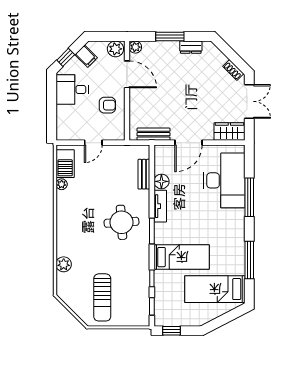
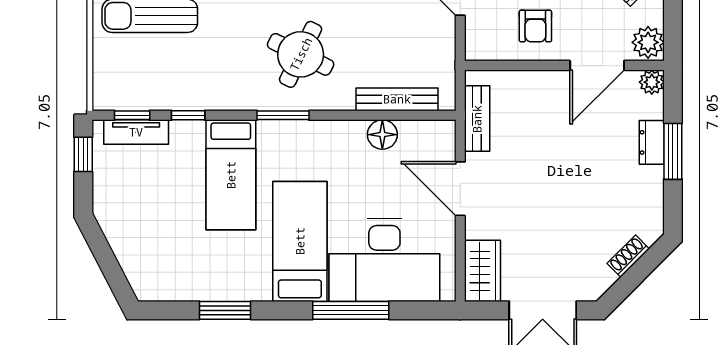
dresser: (191, 47) -> (652, 142), moved
shoe rack: (233, 70) -> (628, 256), moved
bench: (144, 174) -> (397, 99), width x1.36
tv unit: (160, 206) -> (136, 132), moved
round table: (122, 222) -> (301, 54), turned 30
window: (249, 260) -> (225, 310), width x0.69
bed: (215, 289) -> (300, 241), moved

